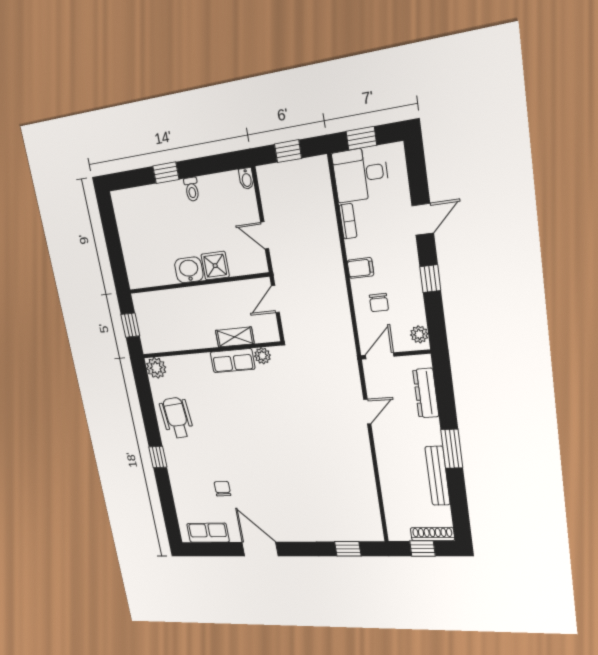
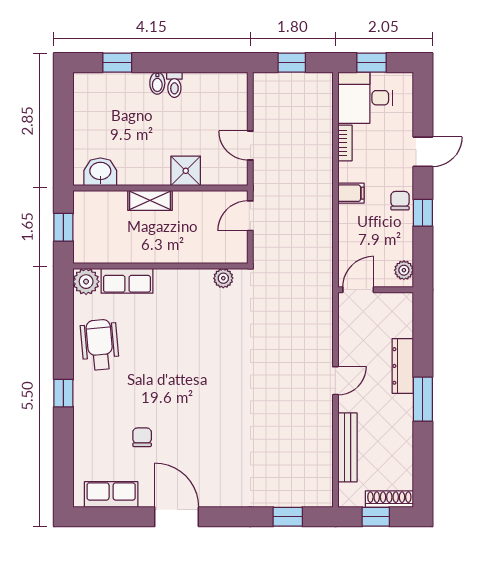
window: (166, 173) -> (117, 63), moved
bidet: (246, 179) -> (157, 83), moved
washbasin: (189, 270) -> (100, 172), moved
chair: (379, 303) -> (400, 201), moved, turned 180
shelving: (235, 337) -> (150, 200), moved
row of seats: (233, 361) -> (127, 281), moved
dresser: (426, 393) -> (403, 366), moved
door: (367, 412) -> (335, 381), moved
bench: (438, 476) -> (347, 447), moved

